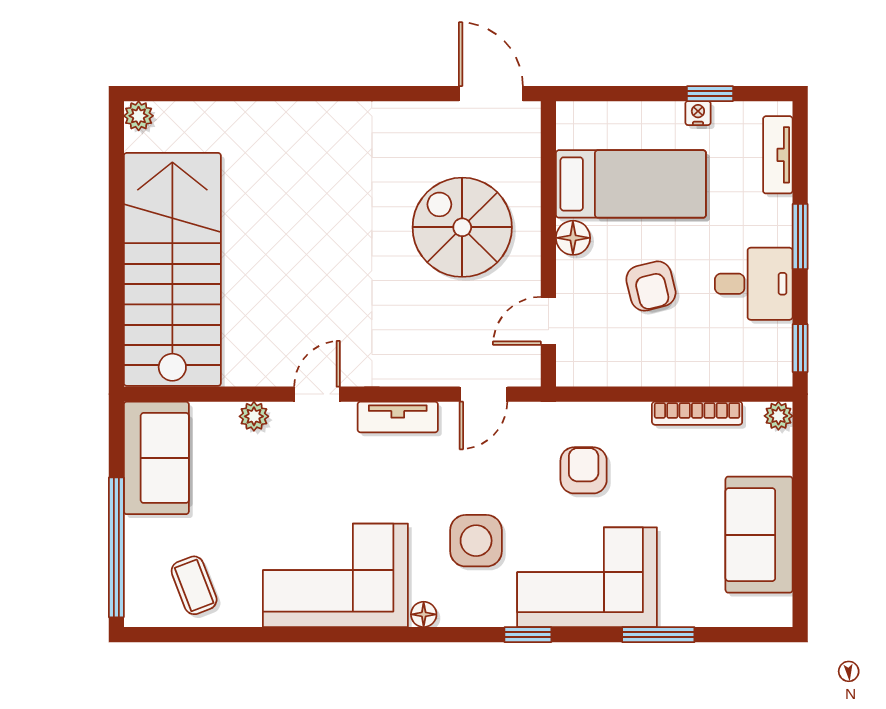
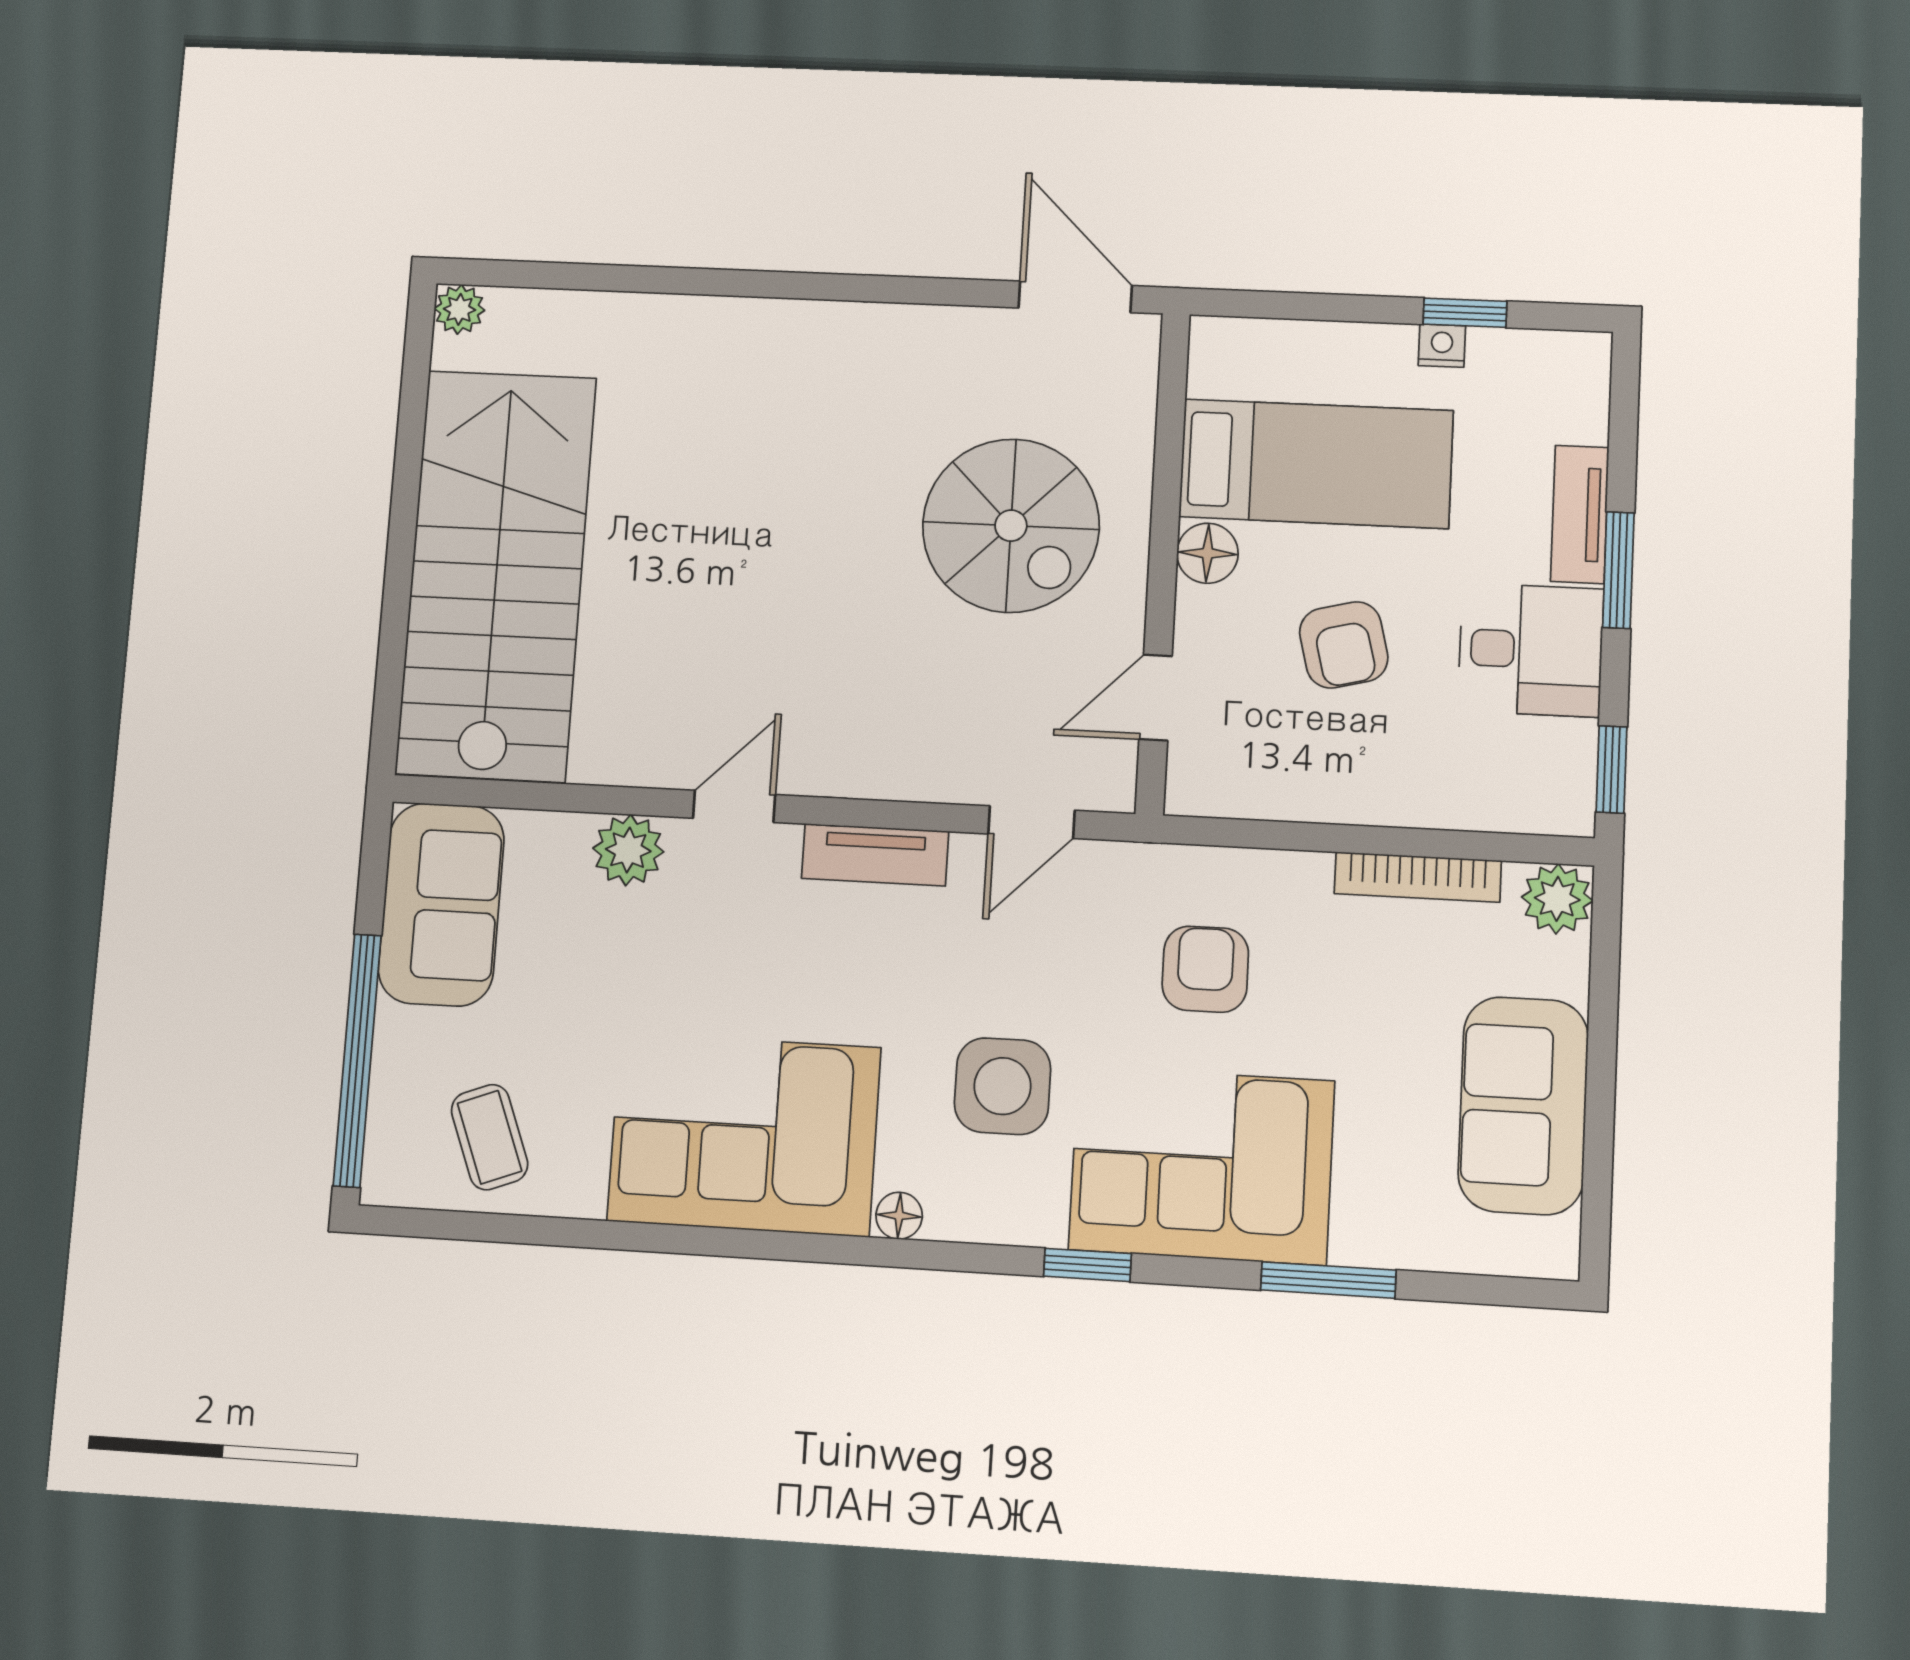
tv unit: (778, 155) -> (1580, 514), moved
spiral stairs: (462, 227) -> (1011, 526), turned 180
plant: (254, 416) -> (628, 850), width x1.38, depth x1.38
plant: (778, 416) -> (1557, 899), width x1.38, depth x1.38

